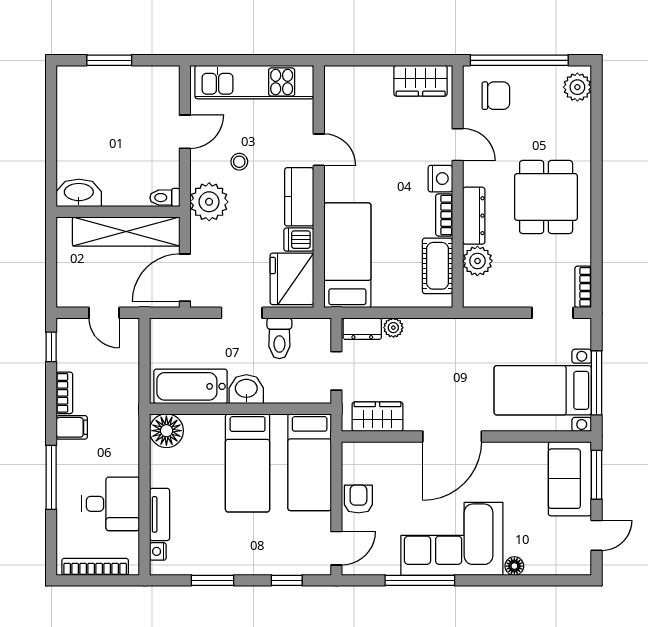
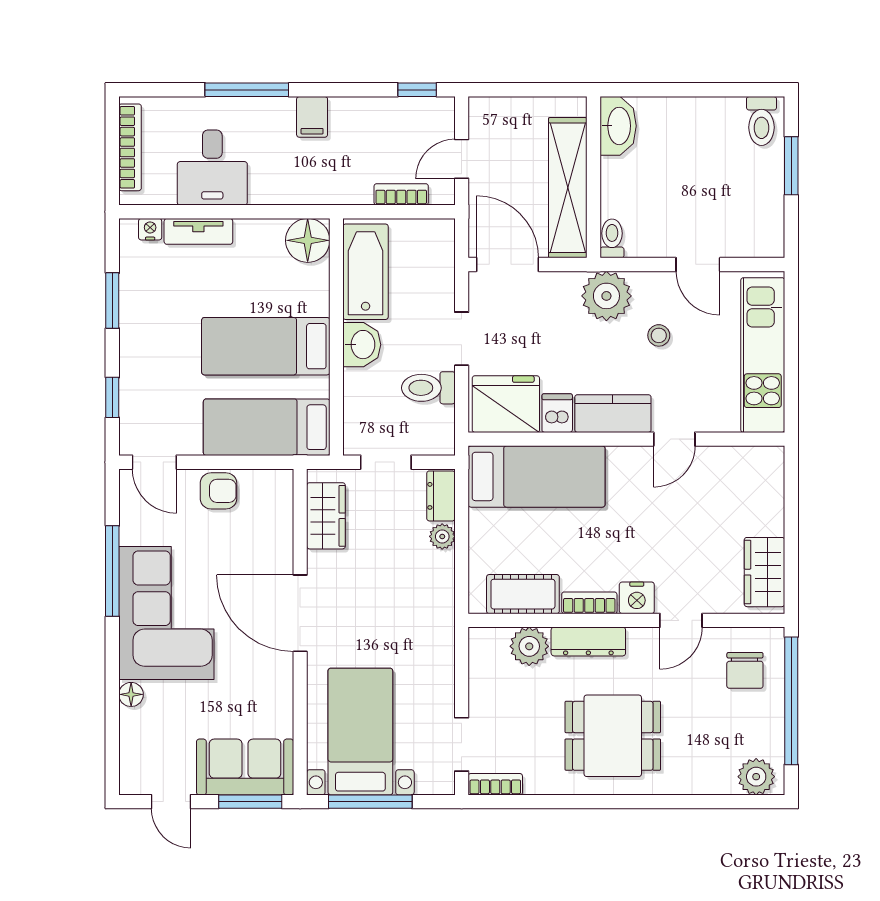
toilet: (75, 83) -> (761, 121), added
bookcase: (64, 393) -> (401, 194), moved, turned 180

